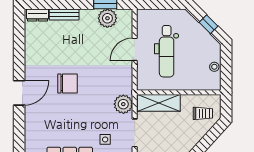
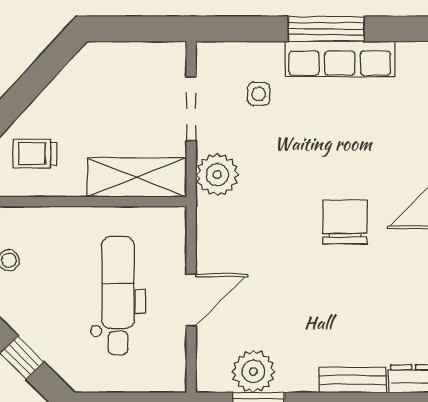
chair: (68, 83) -> (345, 222), turned 90

